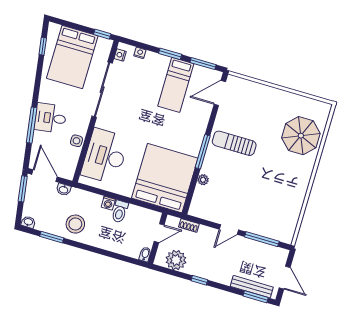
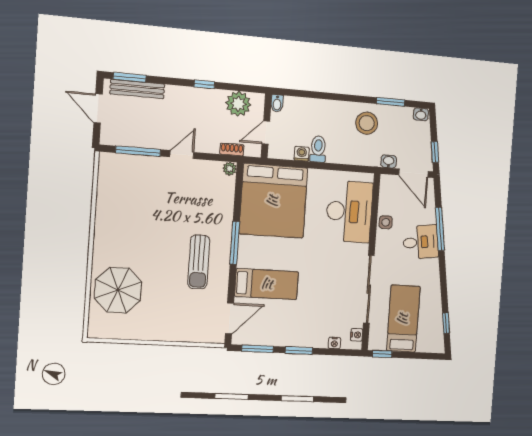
bed: (72, 57) -> (403, 319), width x0.67
bed: (176, 85) -> (267, 284), moved, turned 90
sun lounger: (234, 143) -> (199, 262), turned 90
plant: (203, 180) -> (230, 169), moved
window: (23, 189) -> (435, 152), width x0.67
washing machine: (108, 203) -> (302, 154), moved

